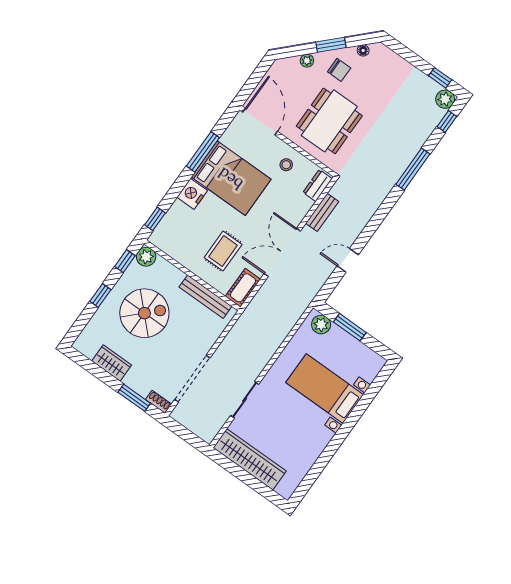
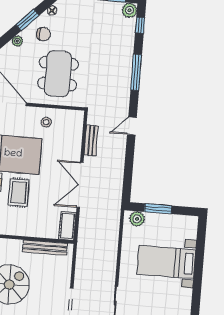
dresser: (318, 186) -> (77, 124), removed
rug: (223, 251) -> (19, 193), moved
door: (348, 260) -> (132, 126), moved

